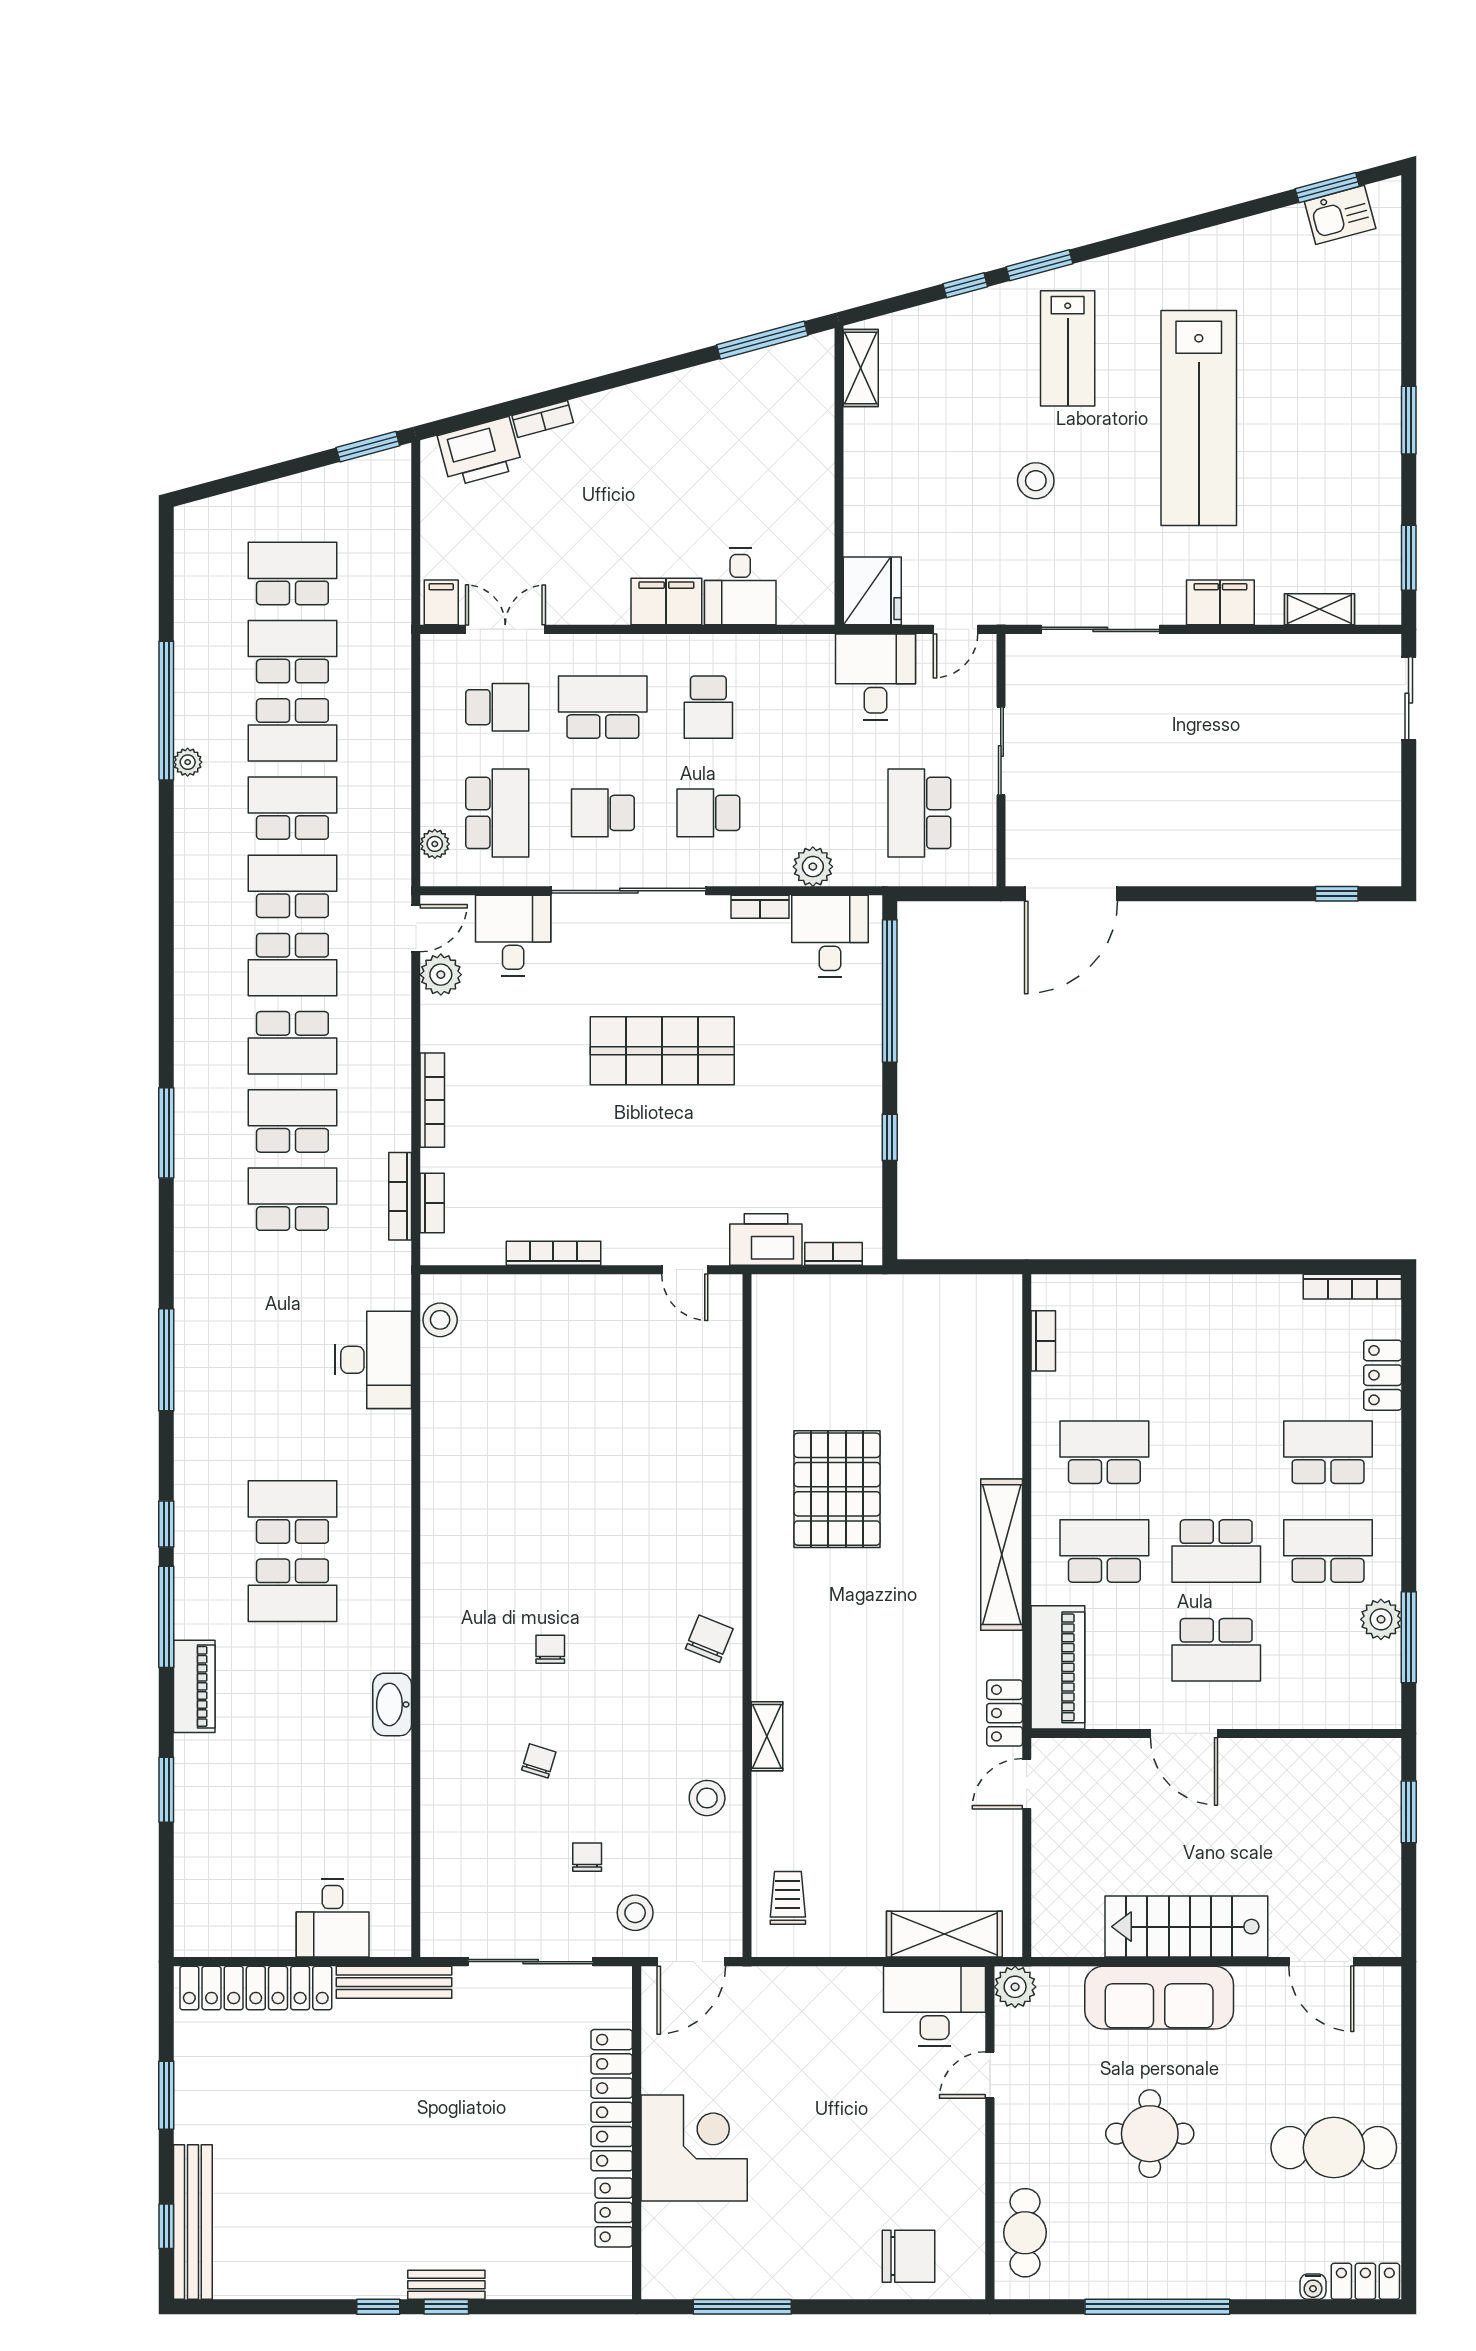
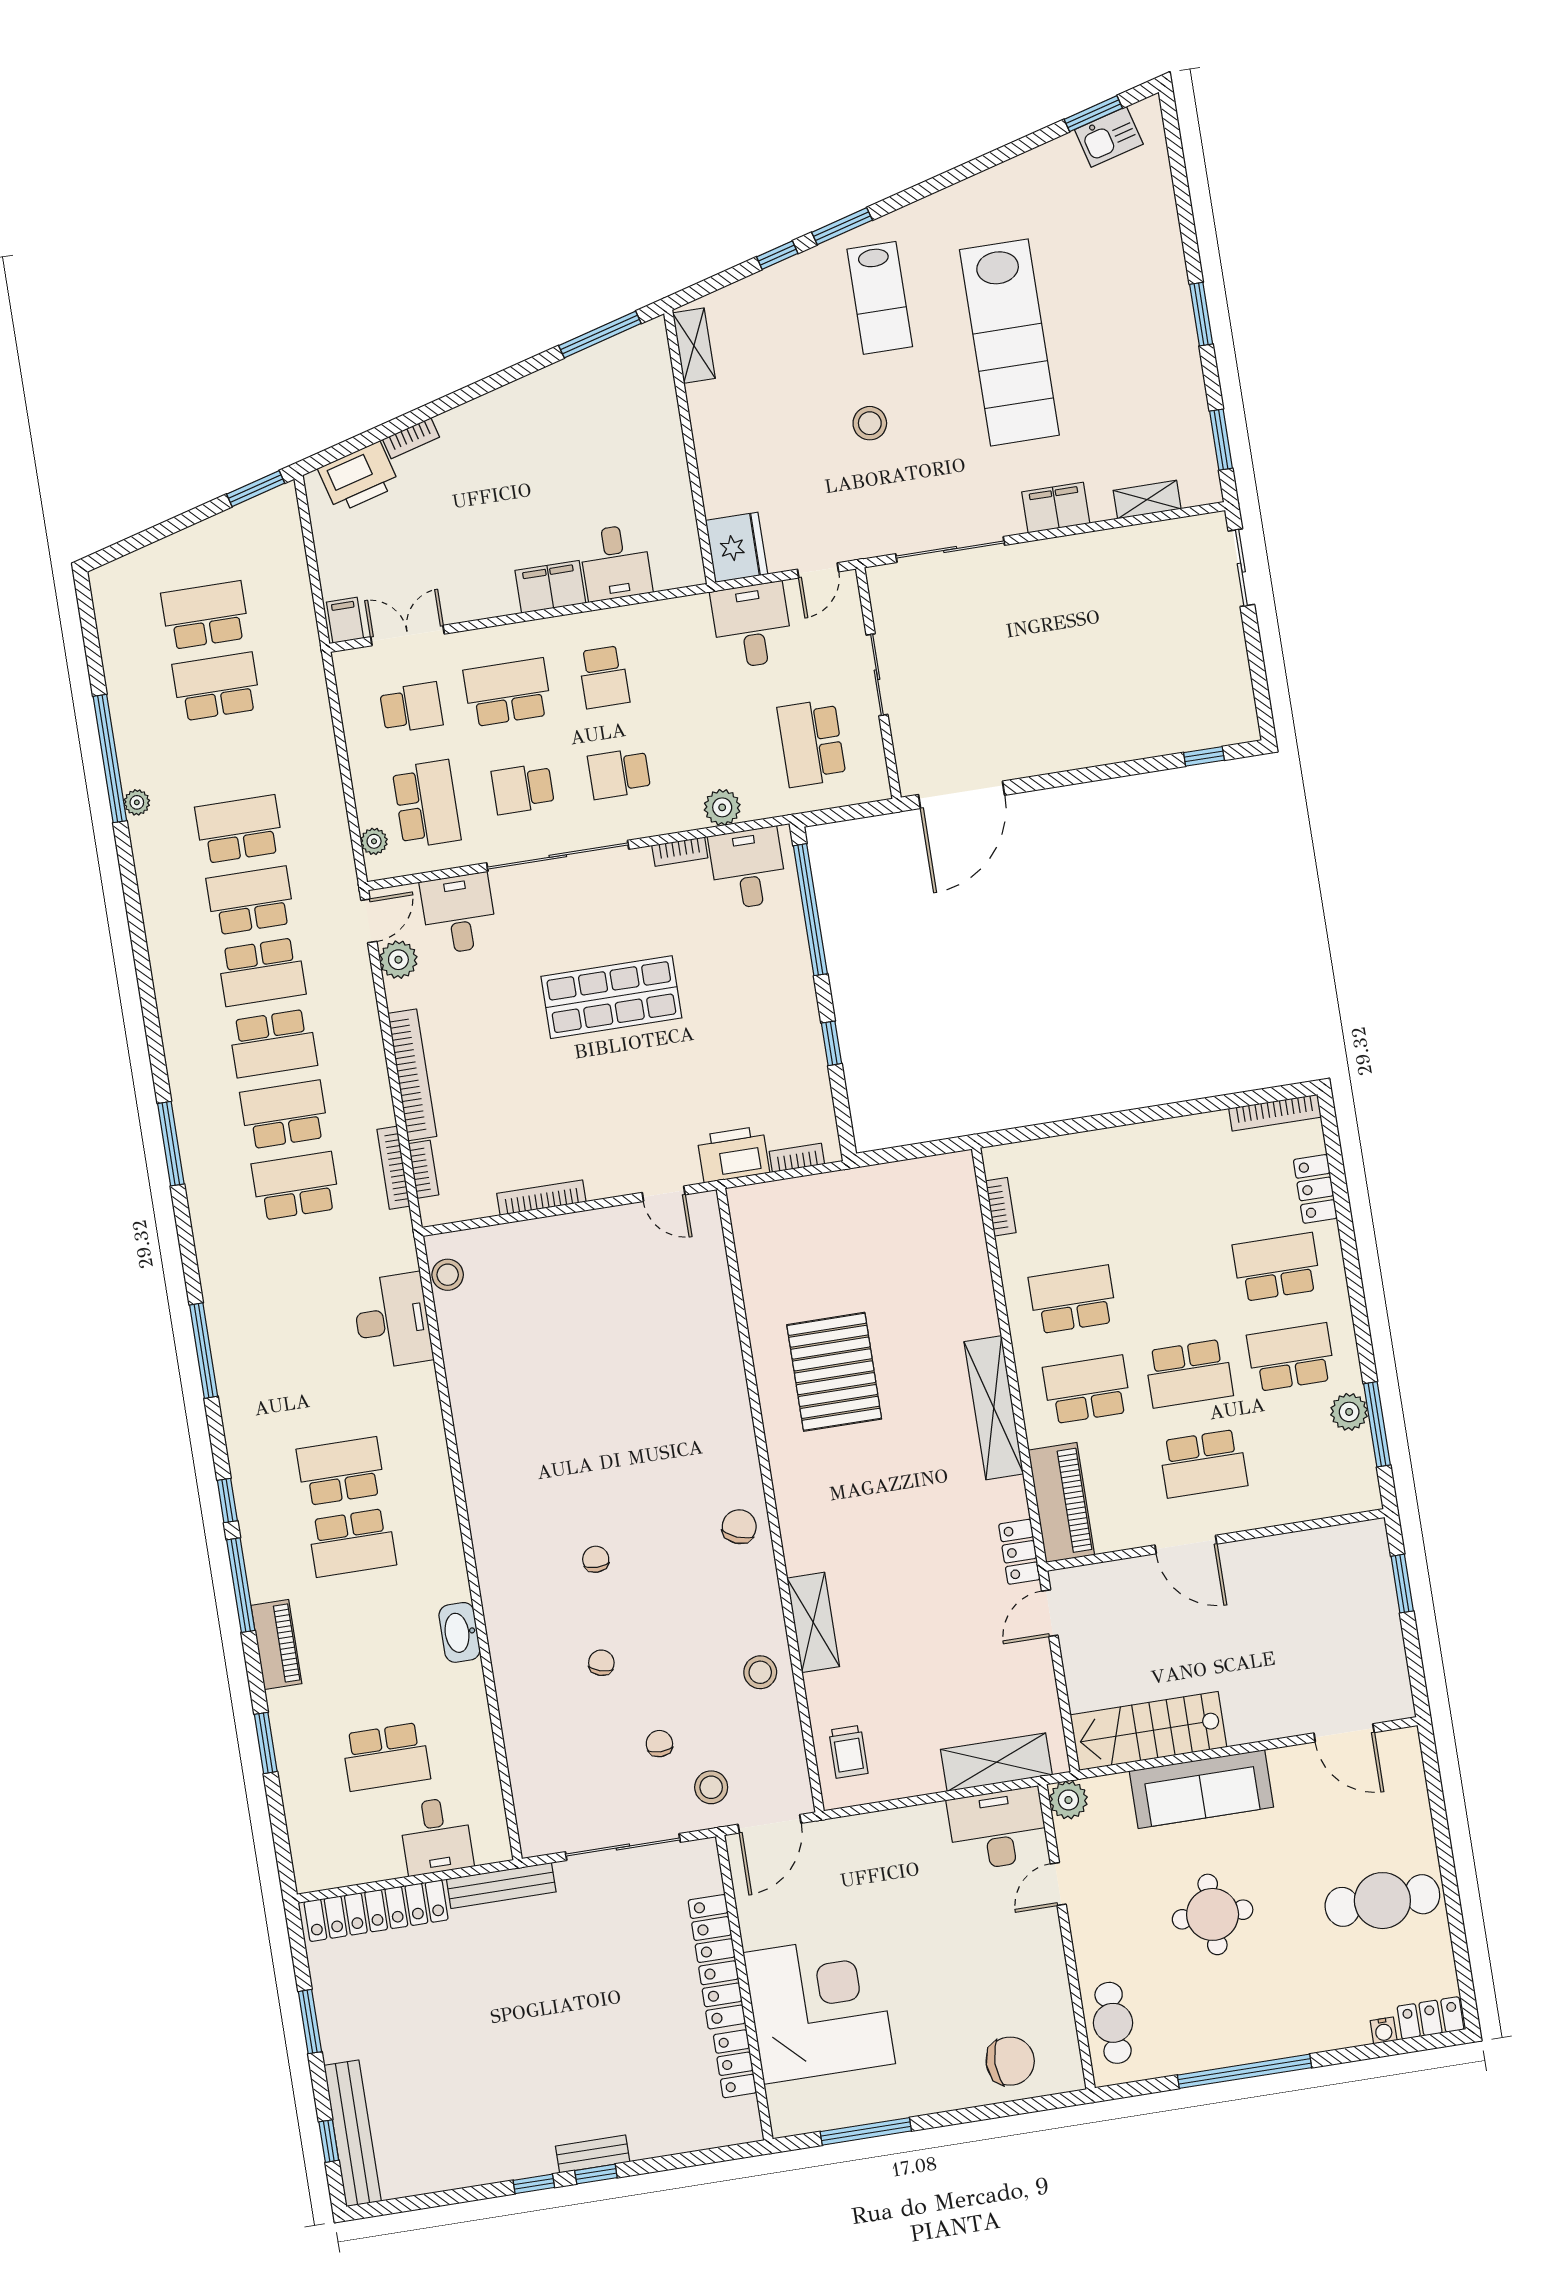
school desk: (292, 730) -> (386, 1757), moved
bookcase: (432, 1100) -> (412, 1075), width x1.48, depth x1.31
shelving: (767, 1736) -> (813, 1622), width x1.50, depth x1.33
trolley: (788, 1898) -> (848, 1752), turned 180
stairs: (1186, 1927) -> (1148, 1731), moved
corner desk: (694, 2148) -> (819, 2008), width x1.36, depth x1.36

